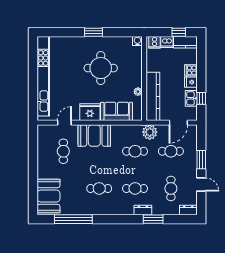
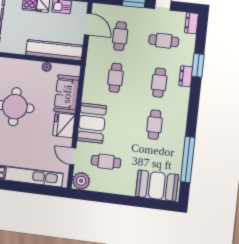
plant: (150, 132) -> (81, 181), moved

